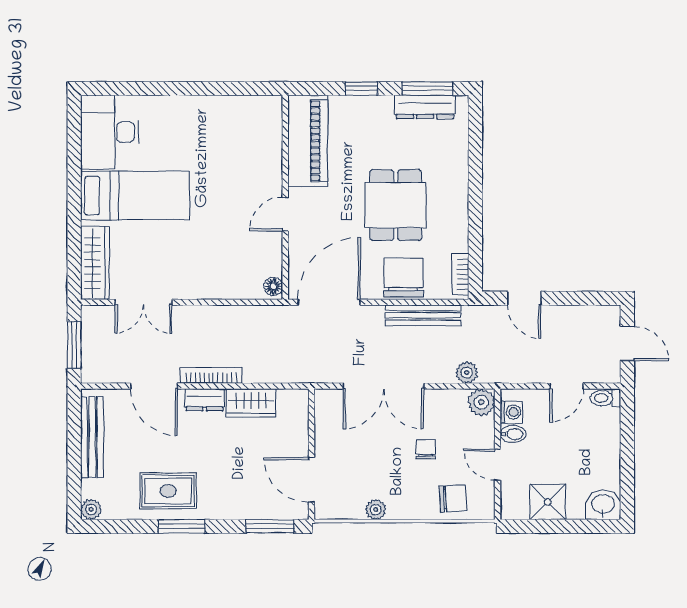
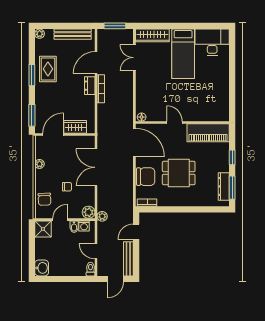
bench: (423, 315) -> (128, 259), moved
plant: (467, 373) -> (102, 216), moved
wardrobe: (251, 403) -> (75, 127), moved, turned 90
shower: (548, 502) -> (43, 229), moved

